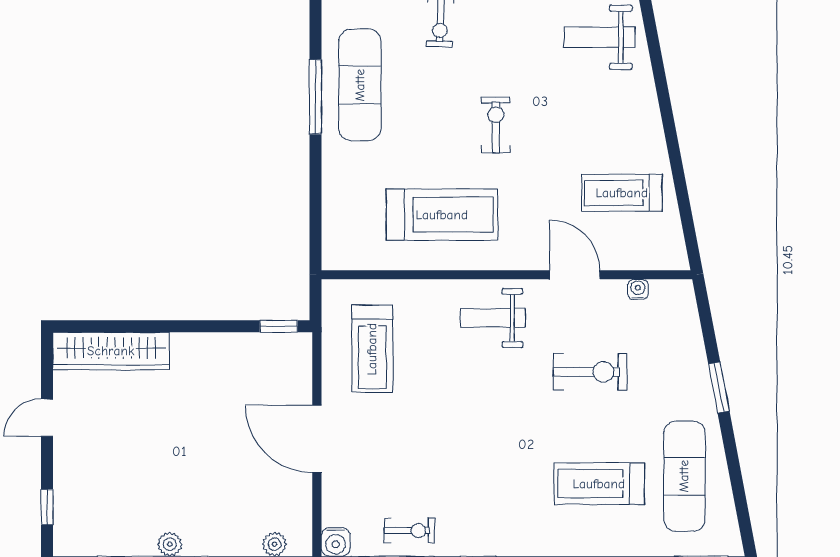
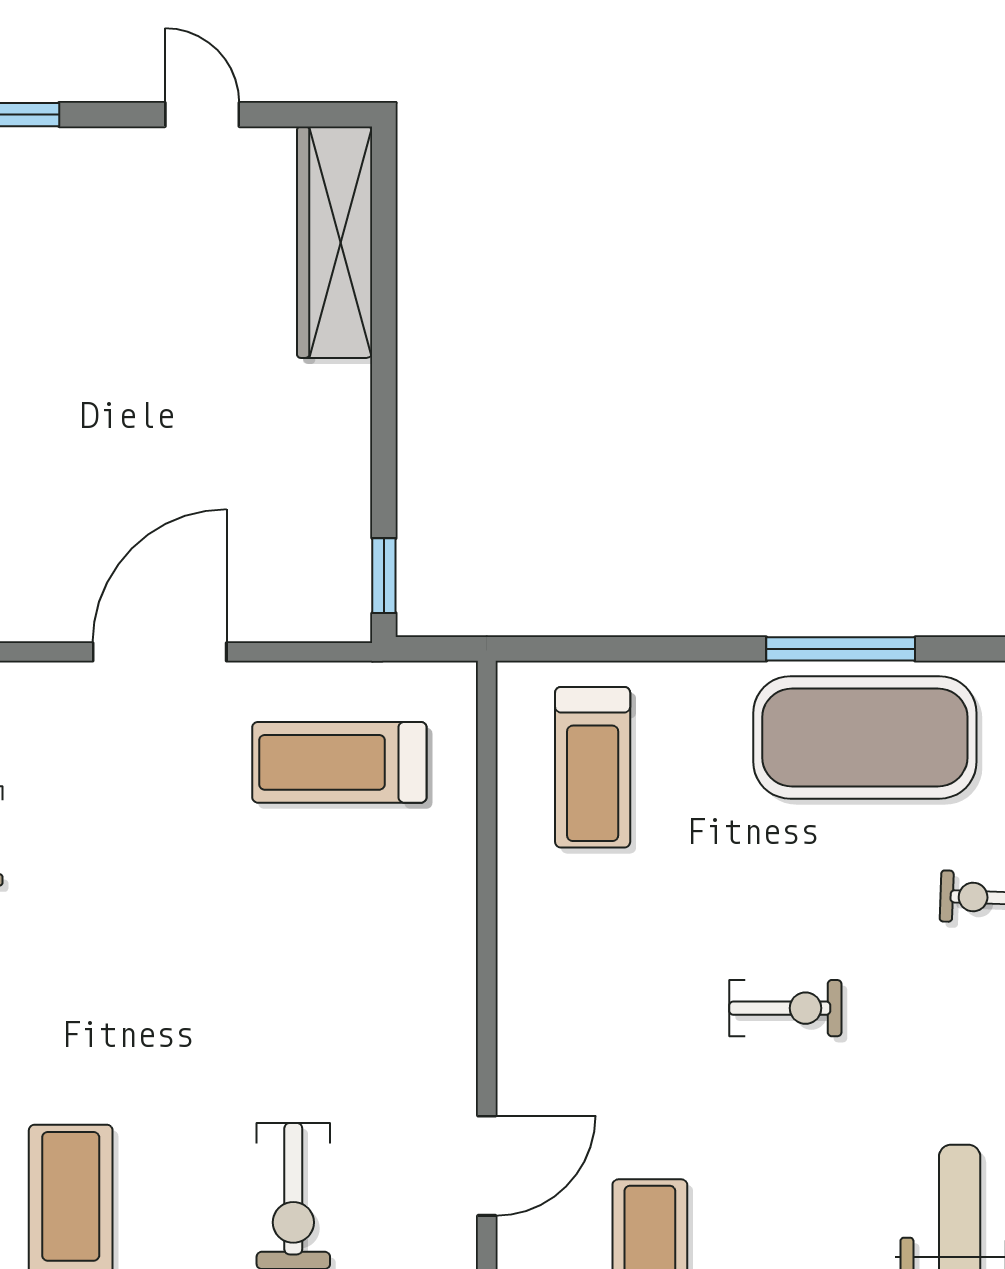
exercise mat: (360, 85) -> (865, 737), width x1.47
treadmill: (442, 215) -> (593, 767), moved, width x0.73, depth x0.73
weight bench: (493, 318) -> (401, 1003), removed

